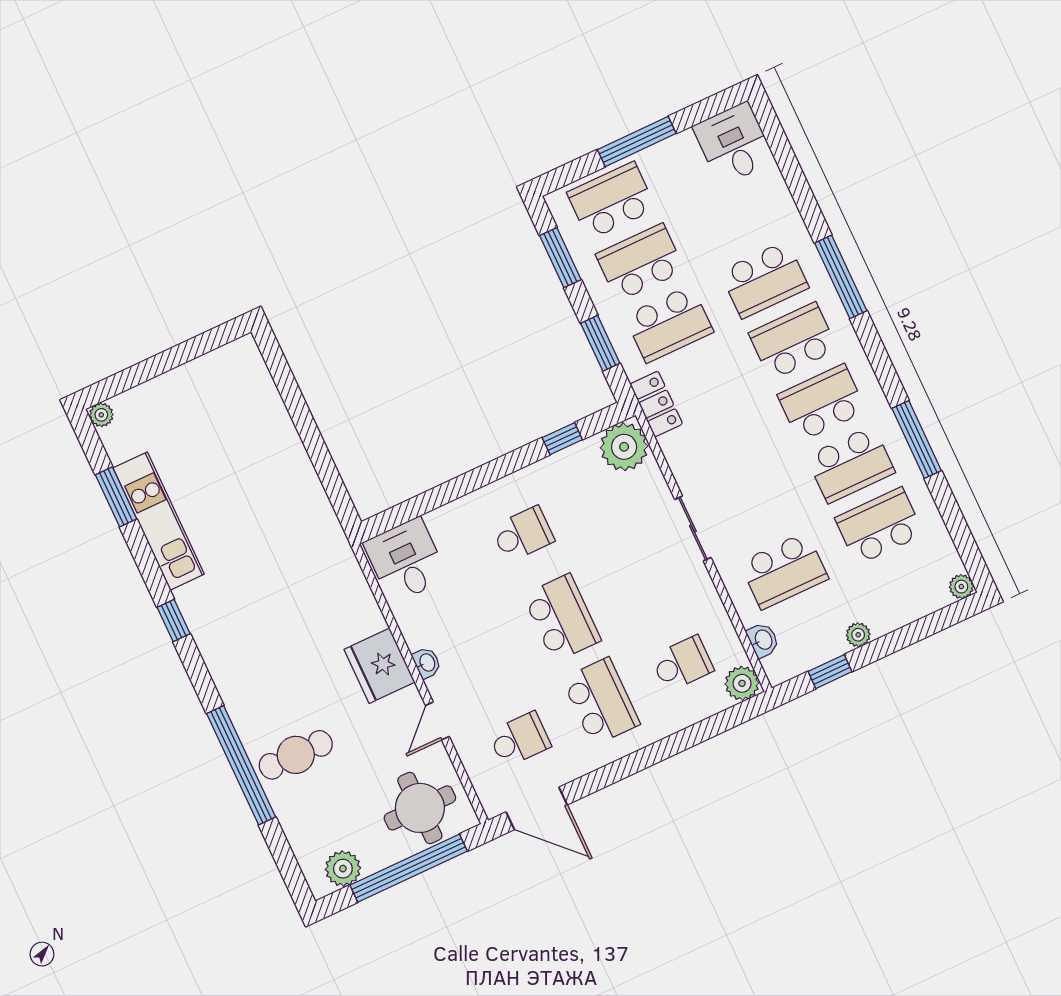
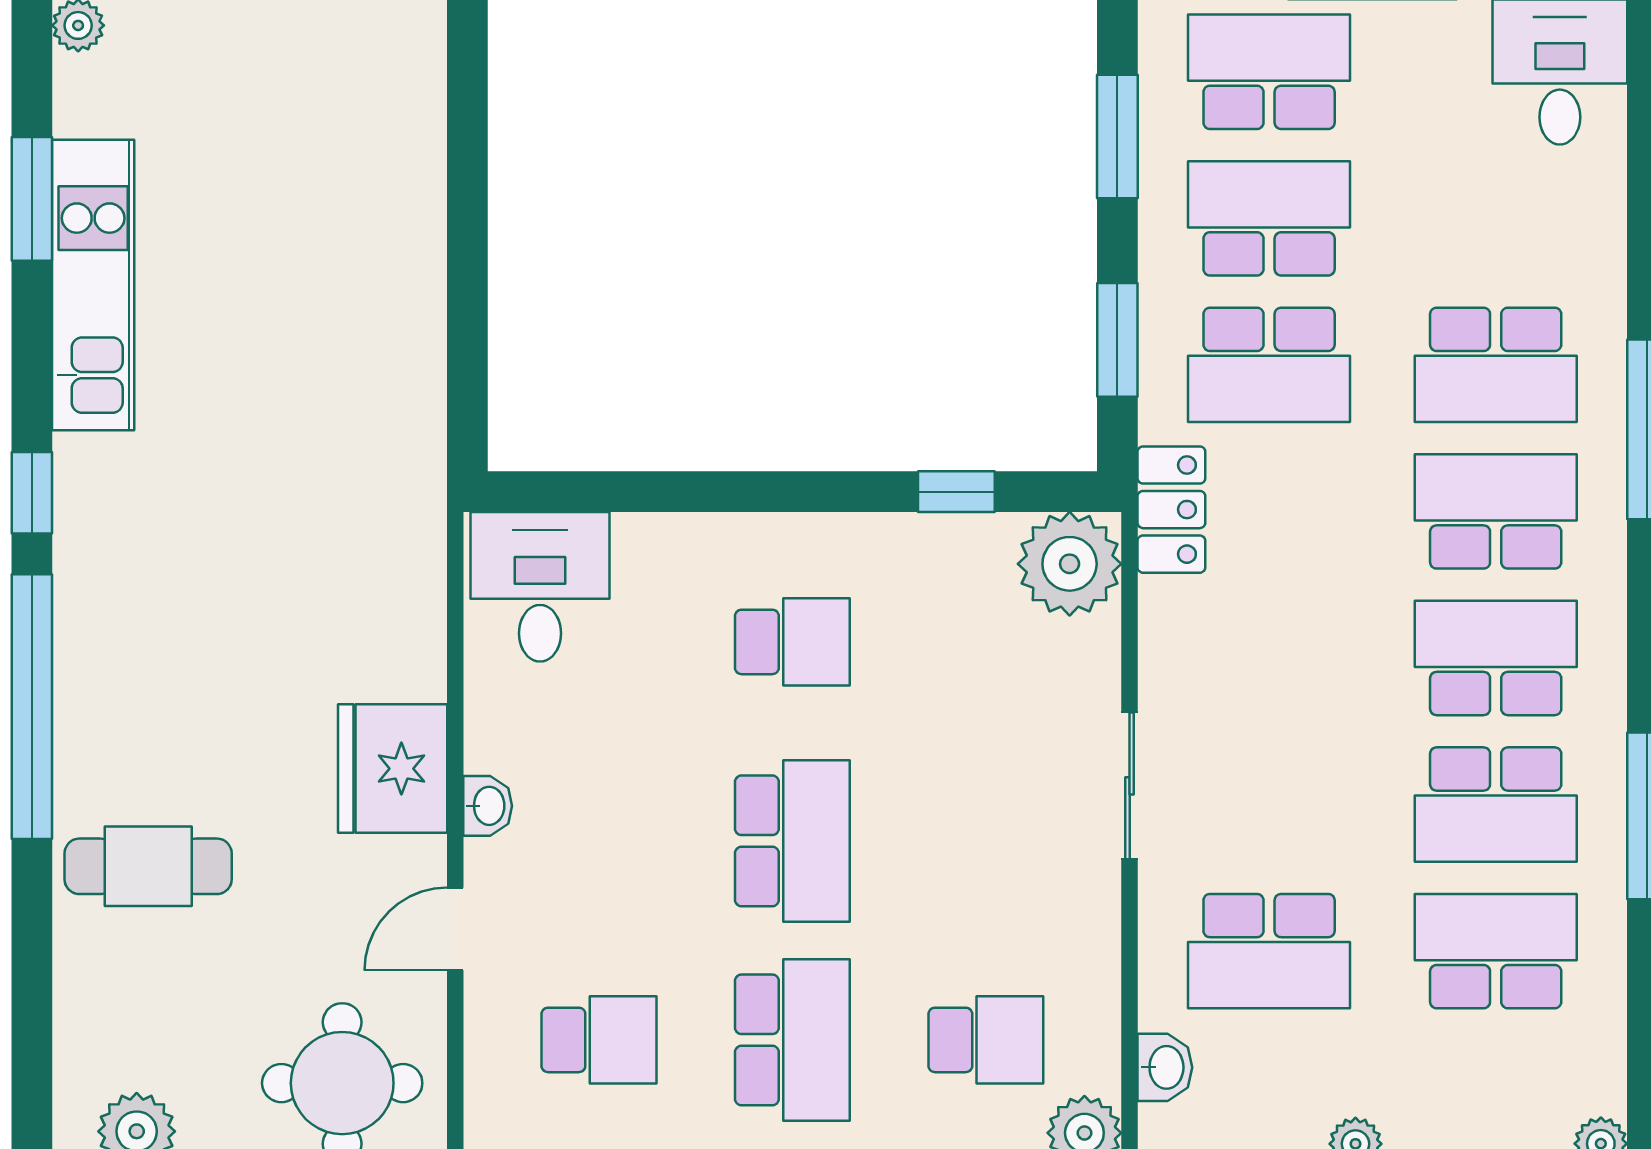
window: (241, 765) -> (32, 707), moved

